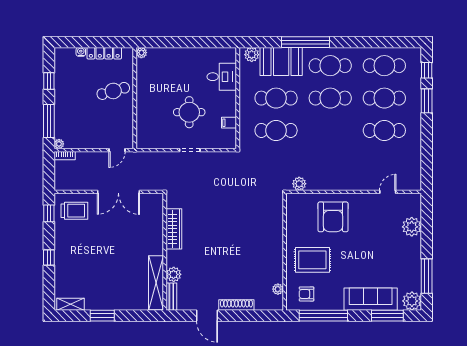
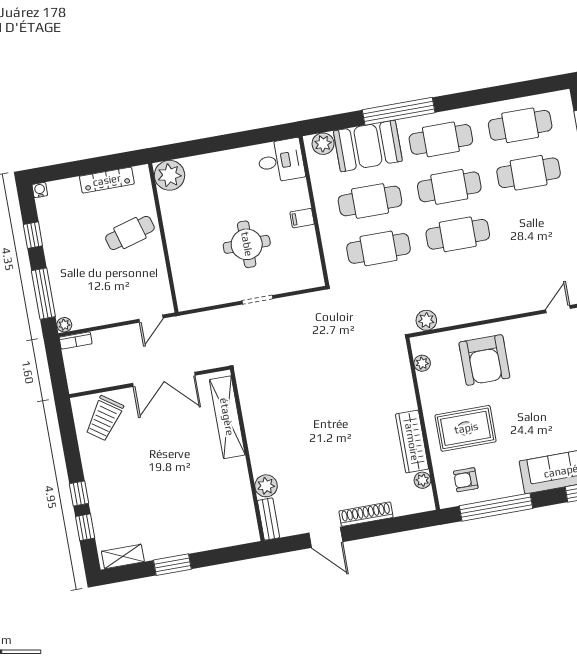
water cooler: (81, 52) -> (40, 190), moved
plant: (141, 53) -> (169, 175), width x1.88, depth x1.88
desk: (222, 77) -> (281, 161), moved
filing cabinet: (229, 123) -> (302, 218), moved
cafe table: (384, 130) -> (458, 234), moved
trolley: (74, 211) -> (104, 418), turned 125
plant: (291, 212) -> (422, 363), added
window: (49, 213) -> (85, 527), moved
wardrobe: (174, 229) -> (412, 442), moved, turned 180
shelving: (156, 283) -> (227, 417), moved

